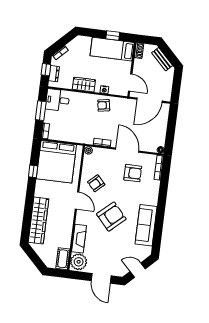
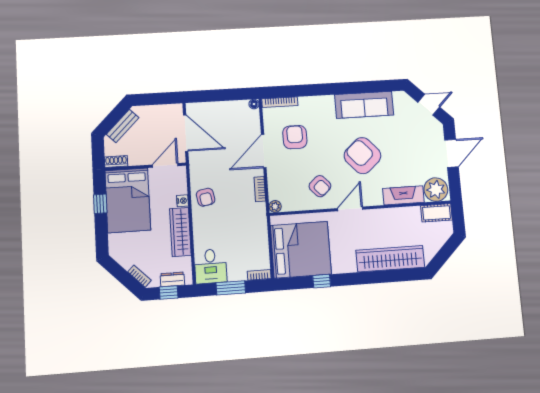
bed: (112, 49) -> (128, 200), width x1.50
wardrobe: (84, 85) -> (180, 232), width x1.50
door: (138, 270) -> (429, 105), swing flipped

